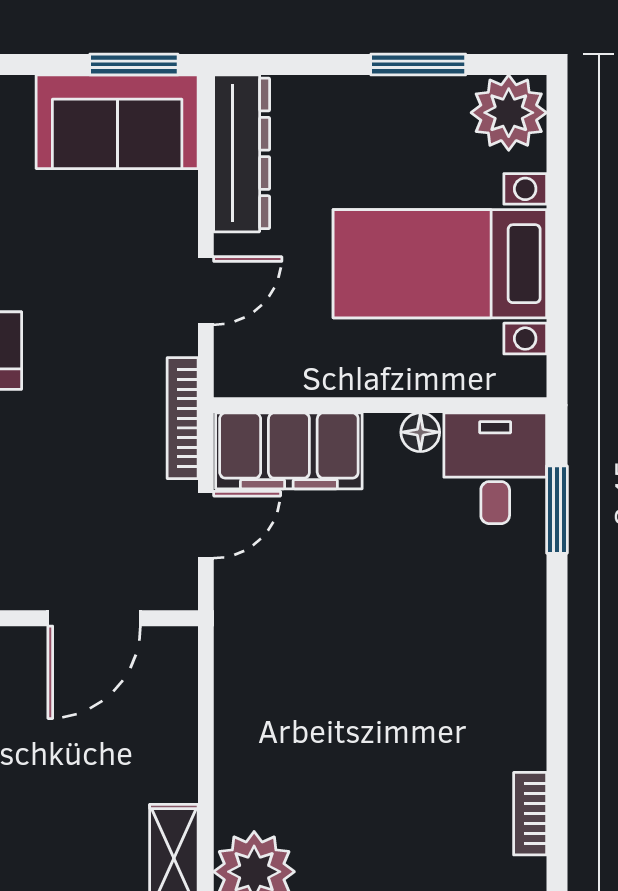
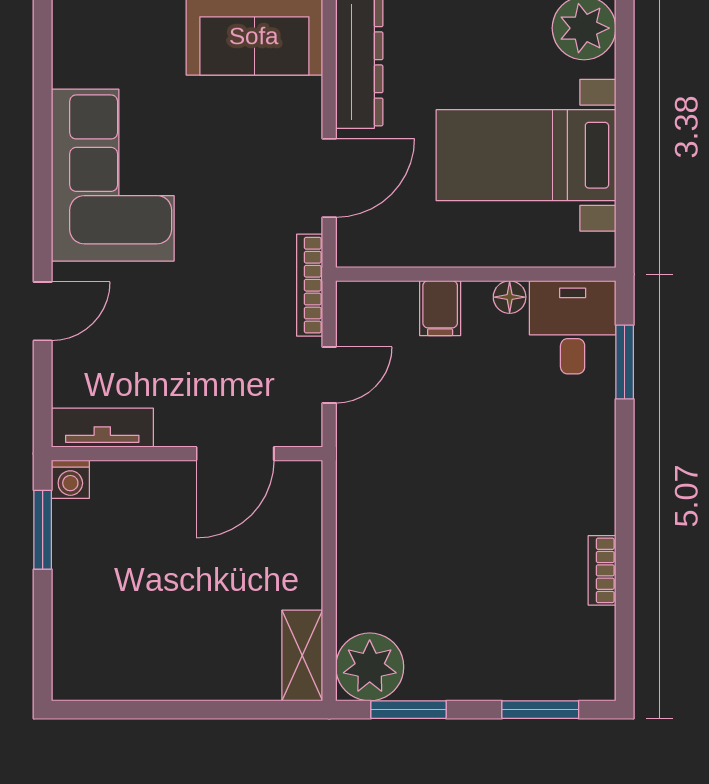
door: (206, 291) -> (329, 178), width x1.38
filing cabinet: (289, 451) -> (440, 308), width x0.33, depth x0.86
bookcase: (530, 814) -> (602, 570), moved

